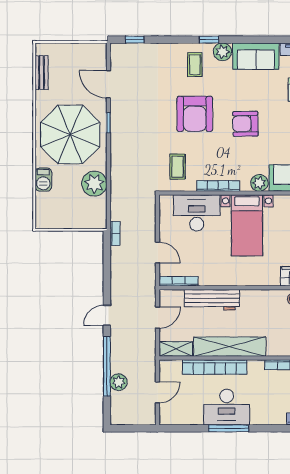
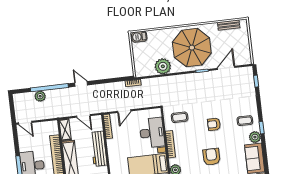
armchair: (195, 114) -> (214, 124), width x0.53, depth x0.53
barbecue: (43, 180) -> (139, 37), moved
door: (158, 392) -> (25, 123), moved

